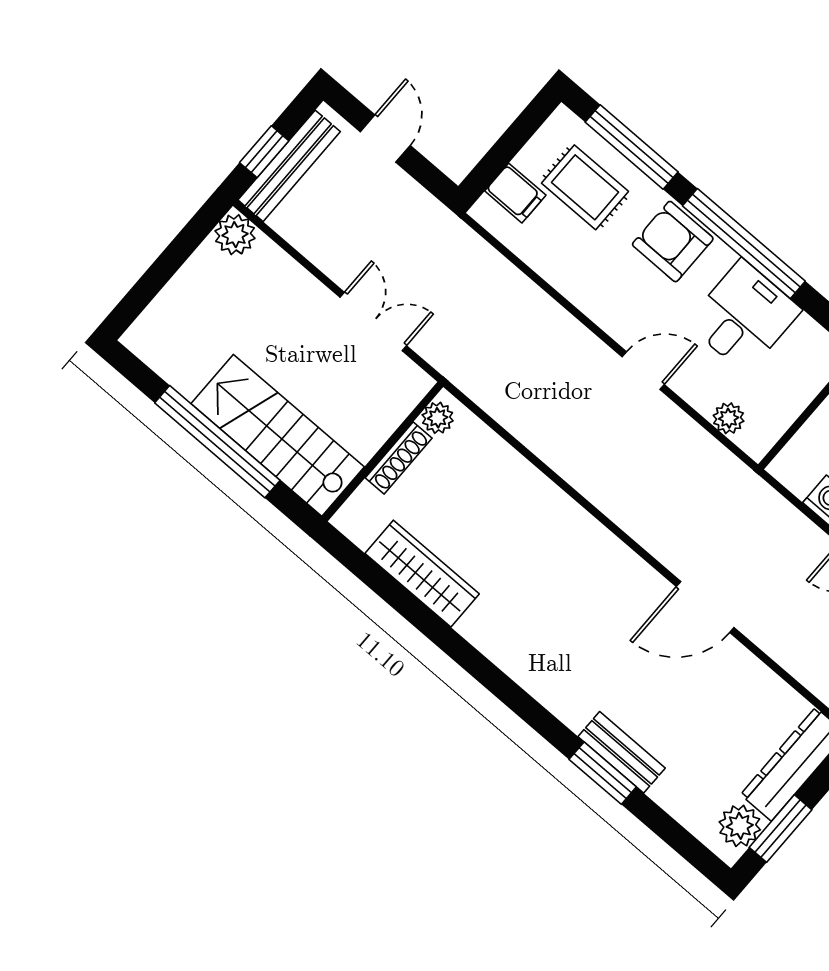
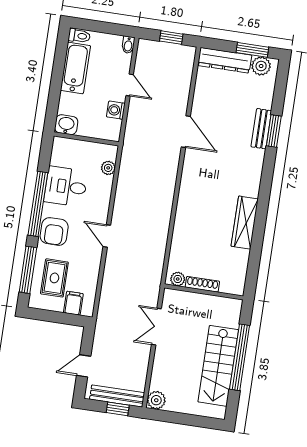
door: (643, 371) -> (107, 236), moved
stairs: (278, 435) -> (218, 366), moved
wardrobe: (422, 574) -> (245, 223), moved

